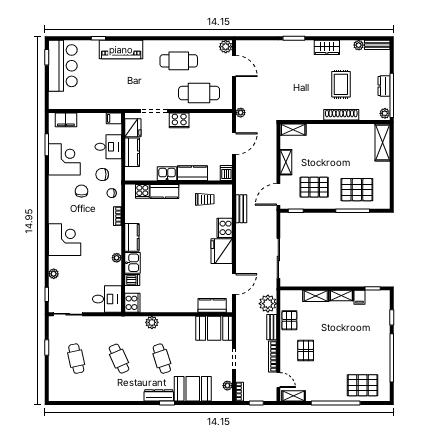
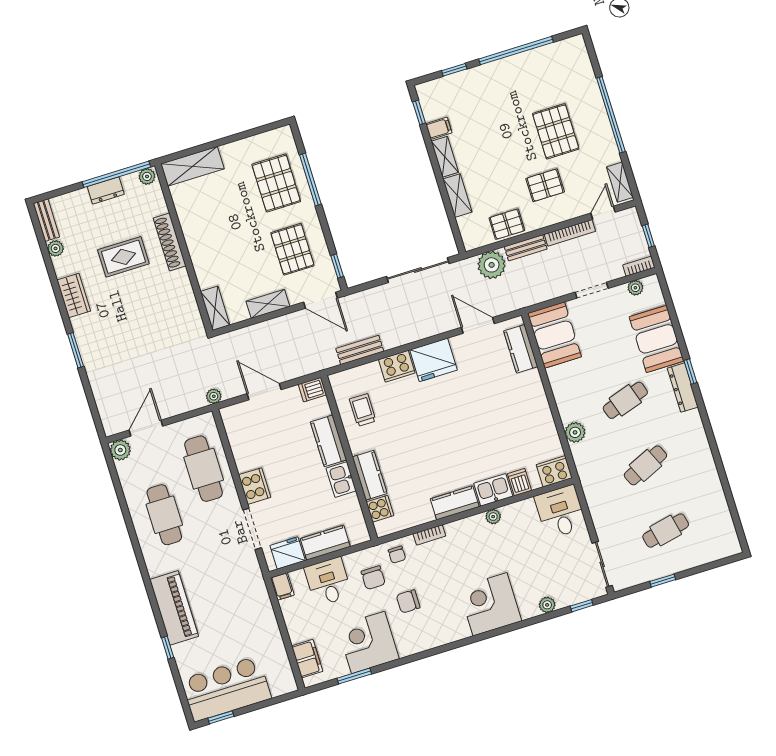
pallet: (363, 385) -> (556, 131), moved

